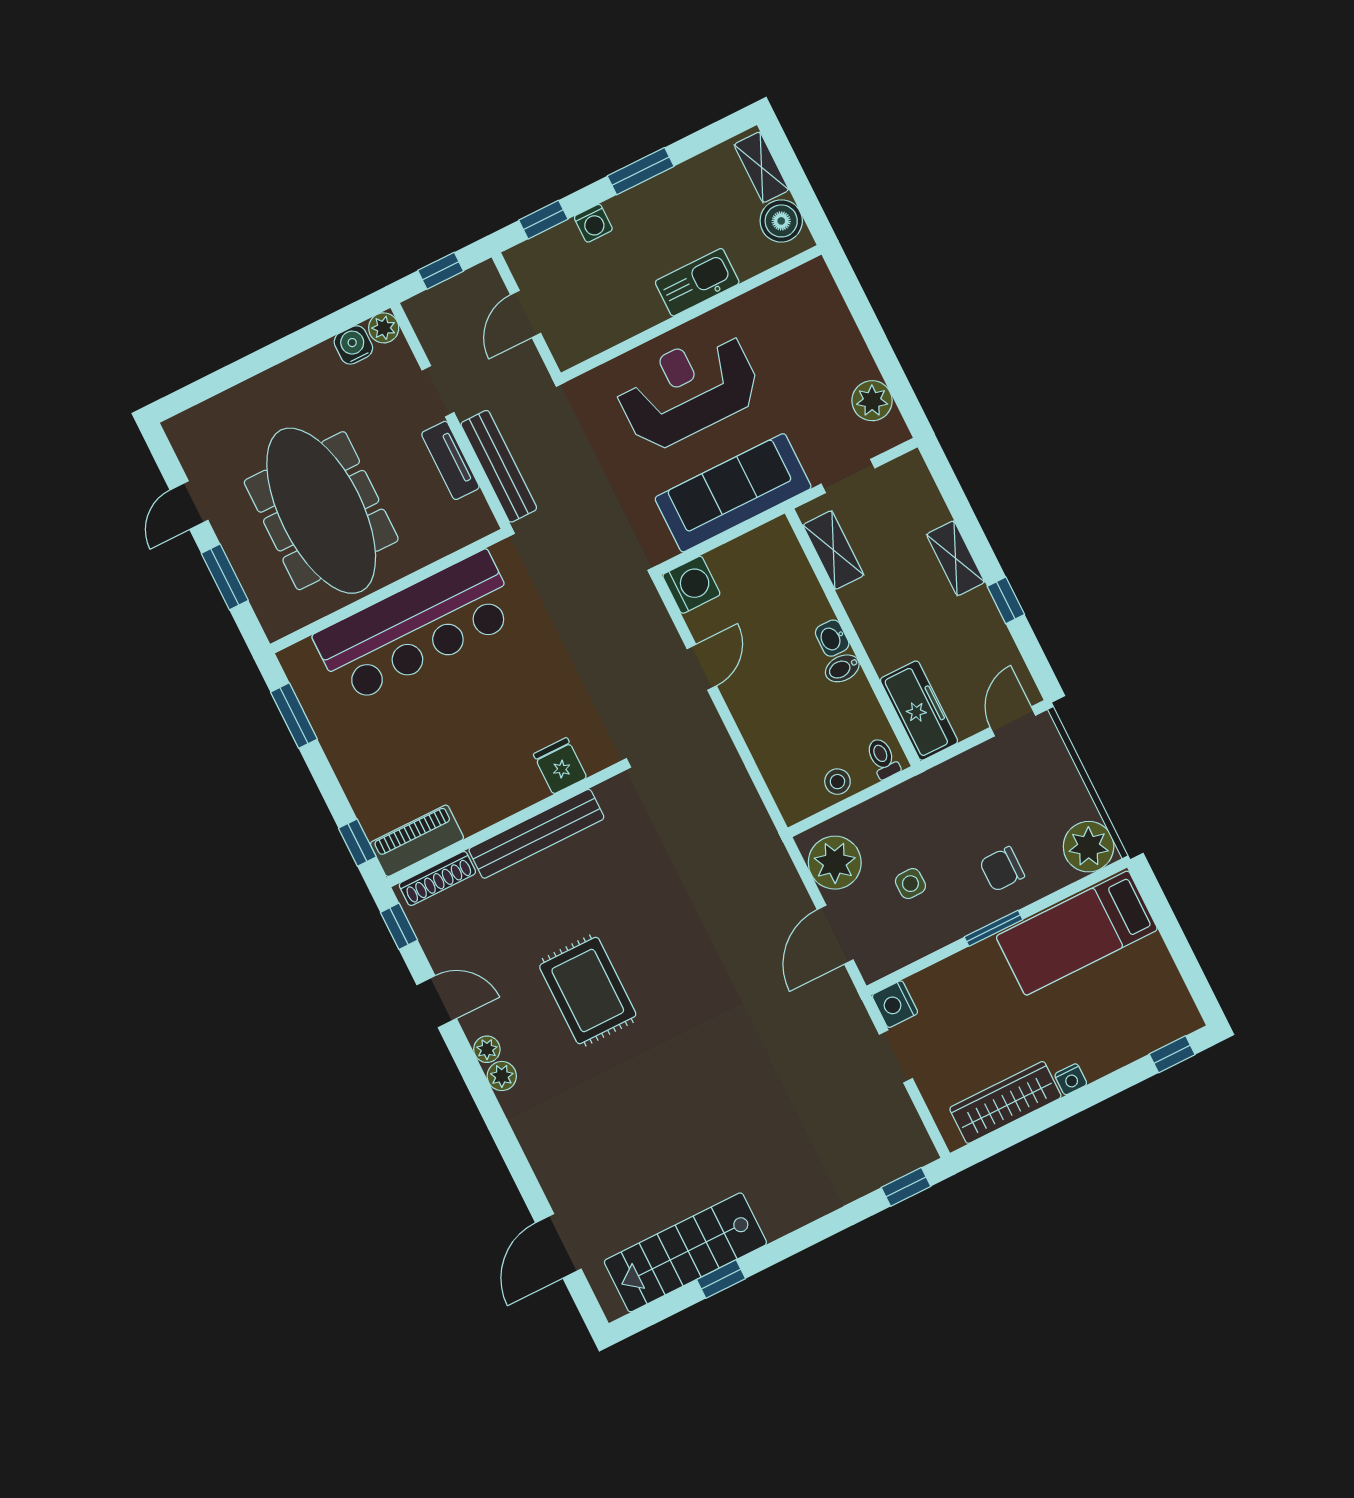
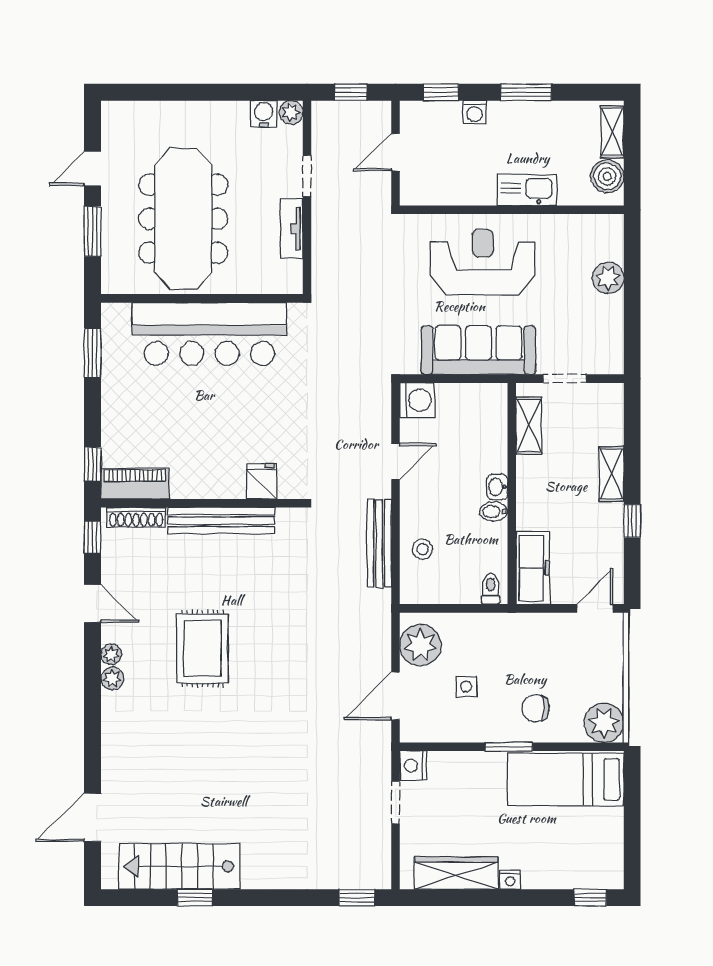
plant: (872, 401) -> (608, 278), moved
bench: (499, 466) -> (379, 543), moved
stool: (837, 782) -> (423, 549), moved

